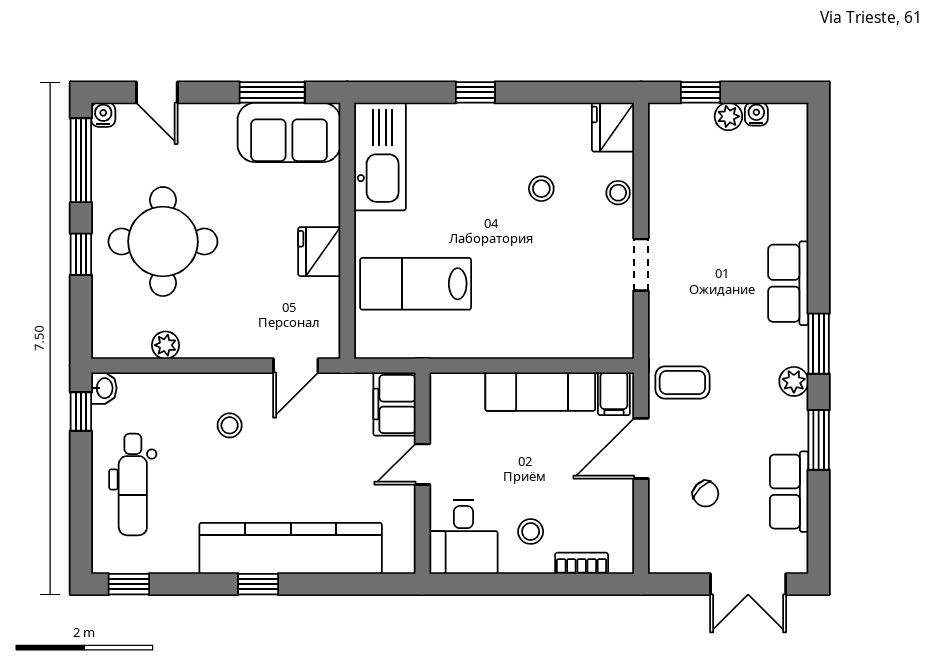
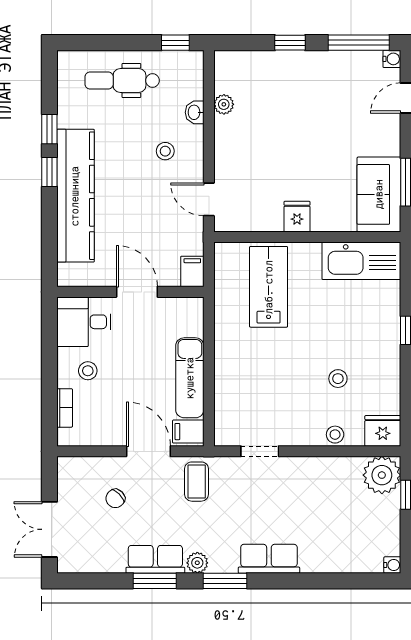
water cooler: (756, 114) -> (392, 565), moved
plant: (728, 116) -> (382, 475), moved, width x1.87, depth x1.87
round table: (163, 242) -> (299, 102), removed
fridge: (319, 252) -> (297, 217), width x0.72
doorway: (641, 265) -> (260, 451), moved
washbasin: (104, 388) -> (195, 112), moved, turned 90
filing cabinet: (395, 404) -> (192, 271), width x0.50
door: (422, 464) -> (137, 292), width x1.38
row of seats: (789, 492) -> (155, 559), moved
window: (129, 584) -> (49, 129), moved

